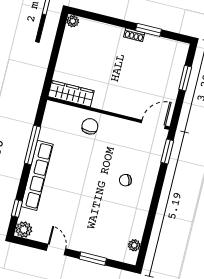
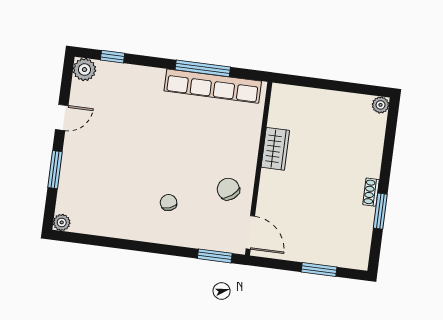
wardrobe: (71, 94) -> (275, 149), moved, width x0.67
chair: (90, 126) -> (228, 189), moved, turned -128
row of seats: (37, 175) -> (213, 86), moved
plant: (134, 245) -> (62, 222), moved

